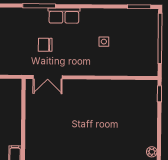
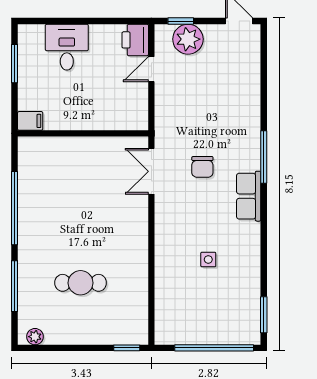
chair: (45, 45) -> (202, 167), turned 180
cafe table: (118, 123) -> (81, 283), added

